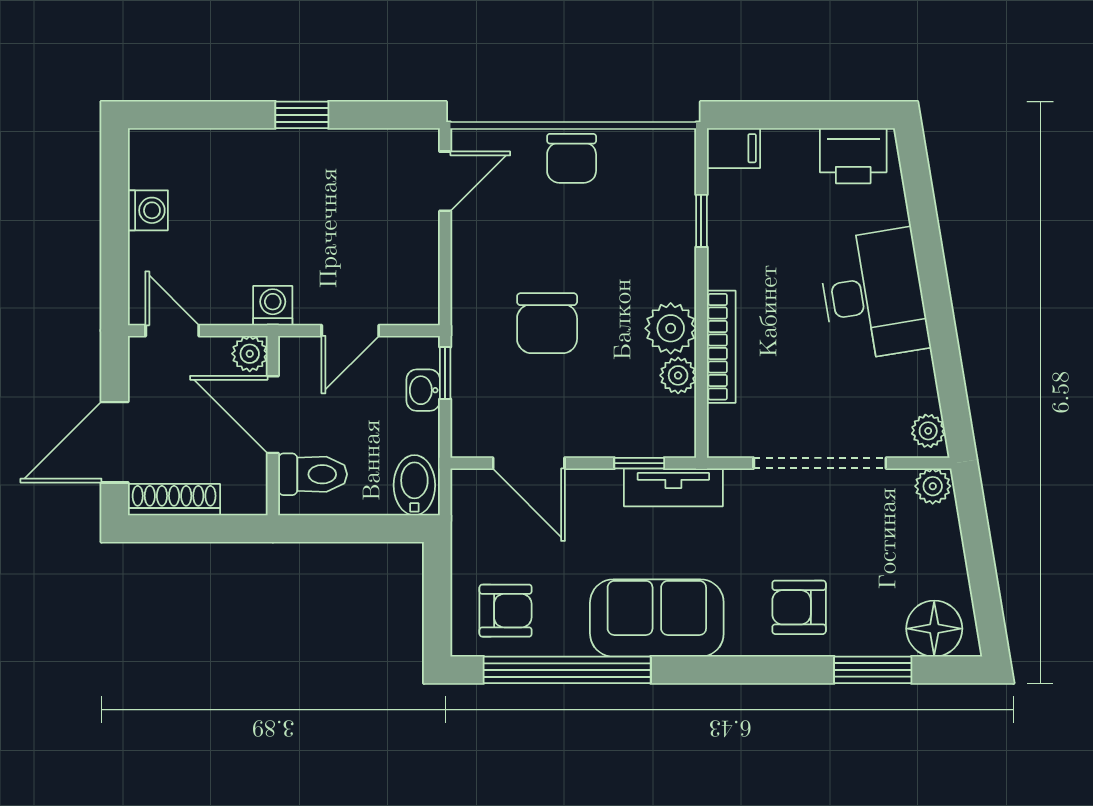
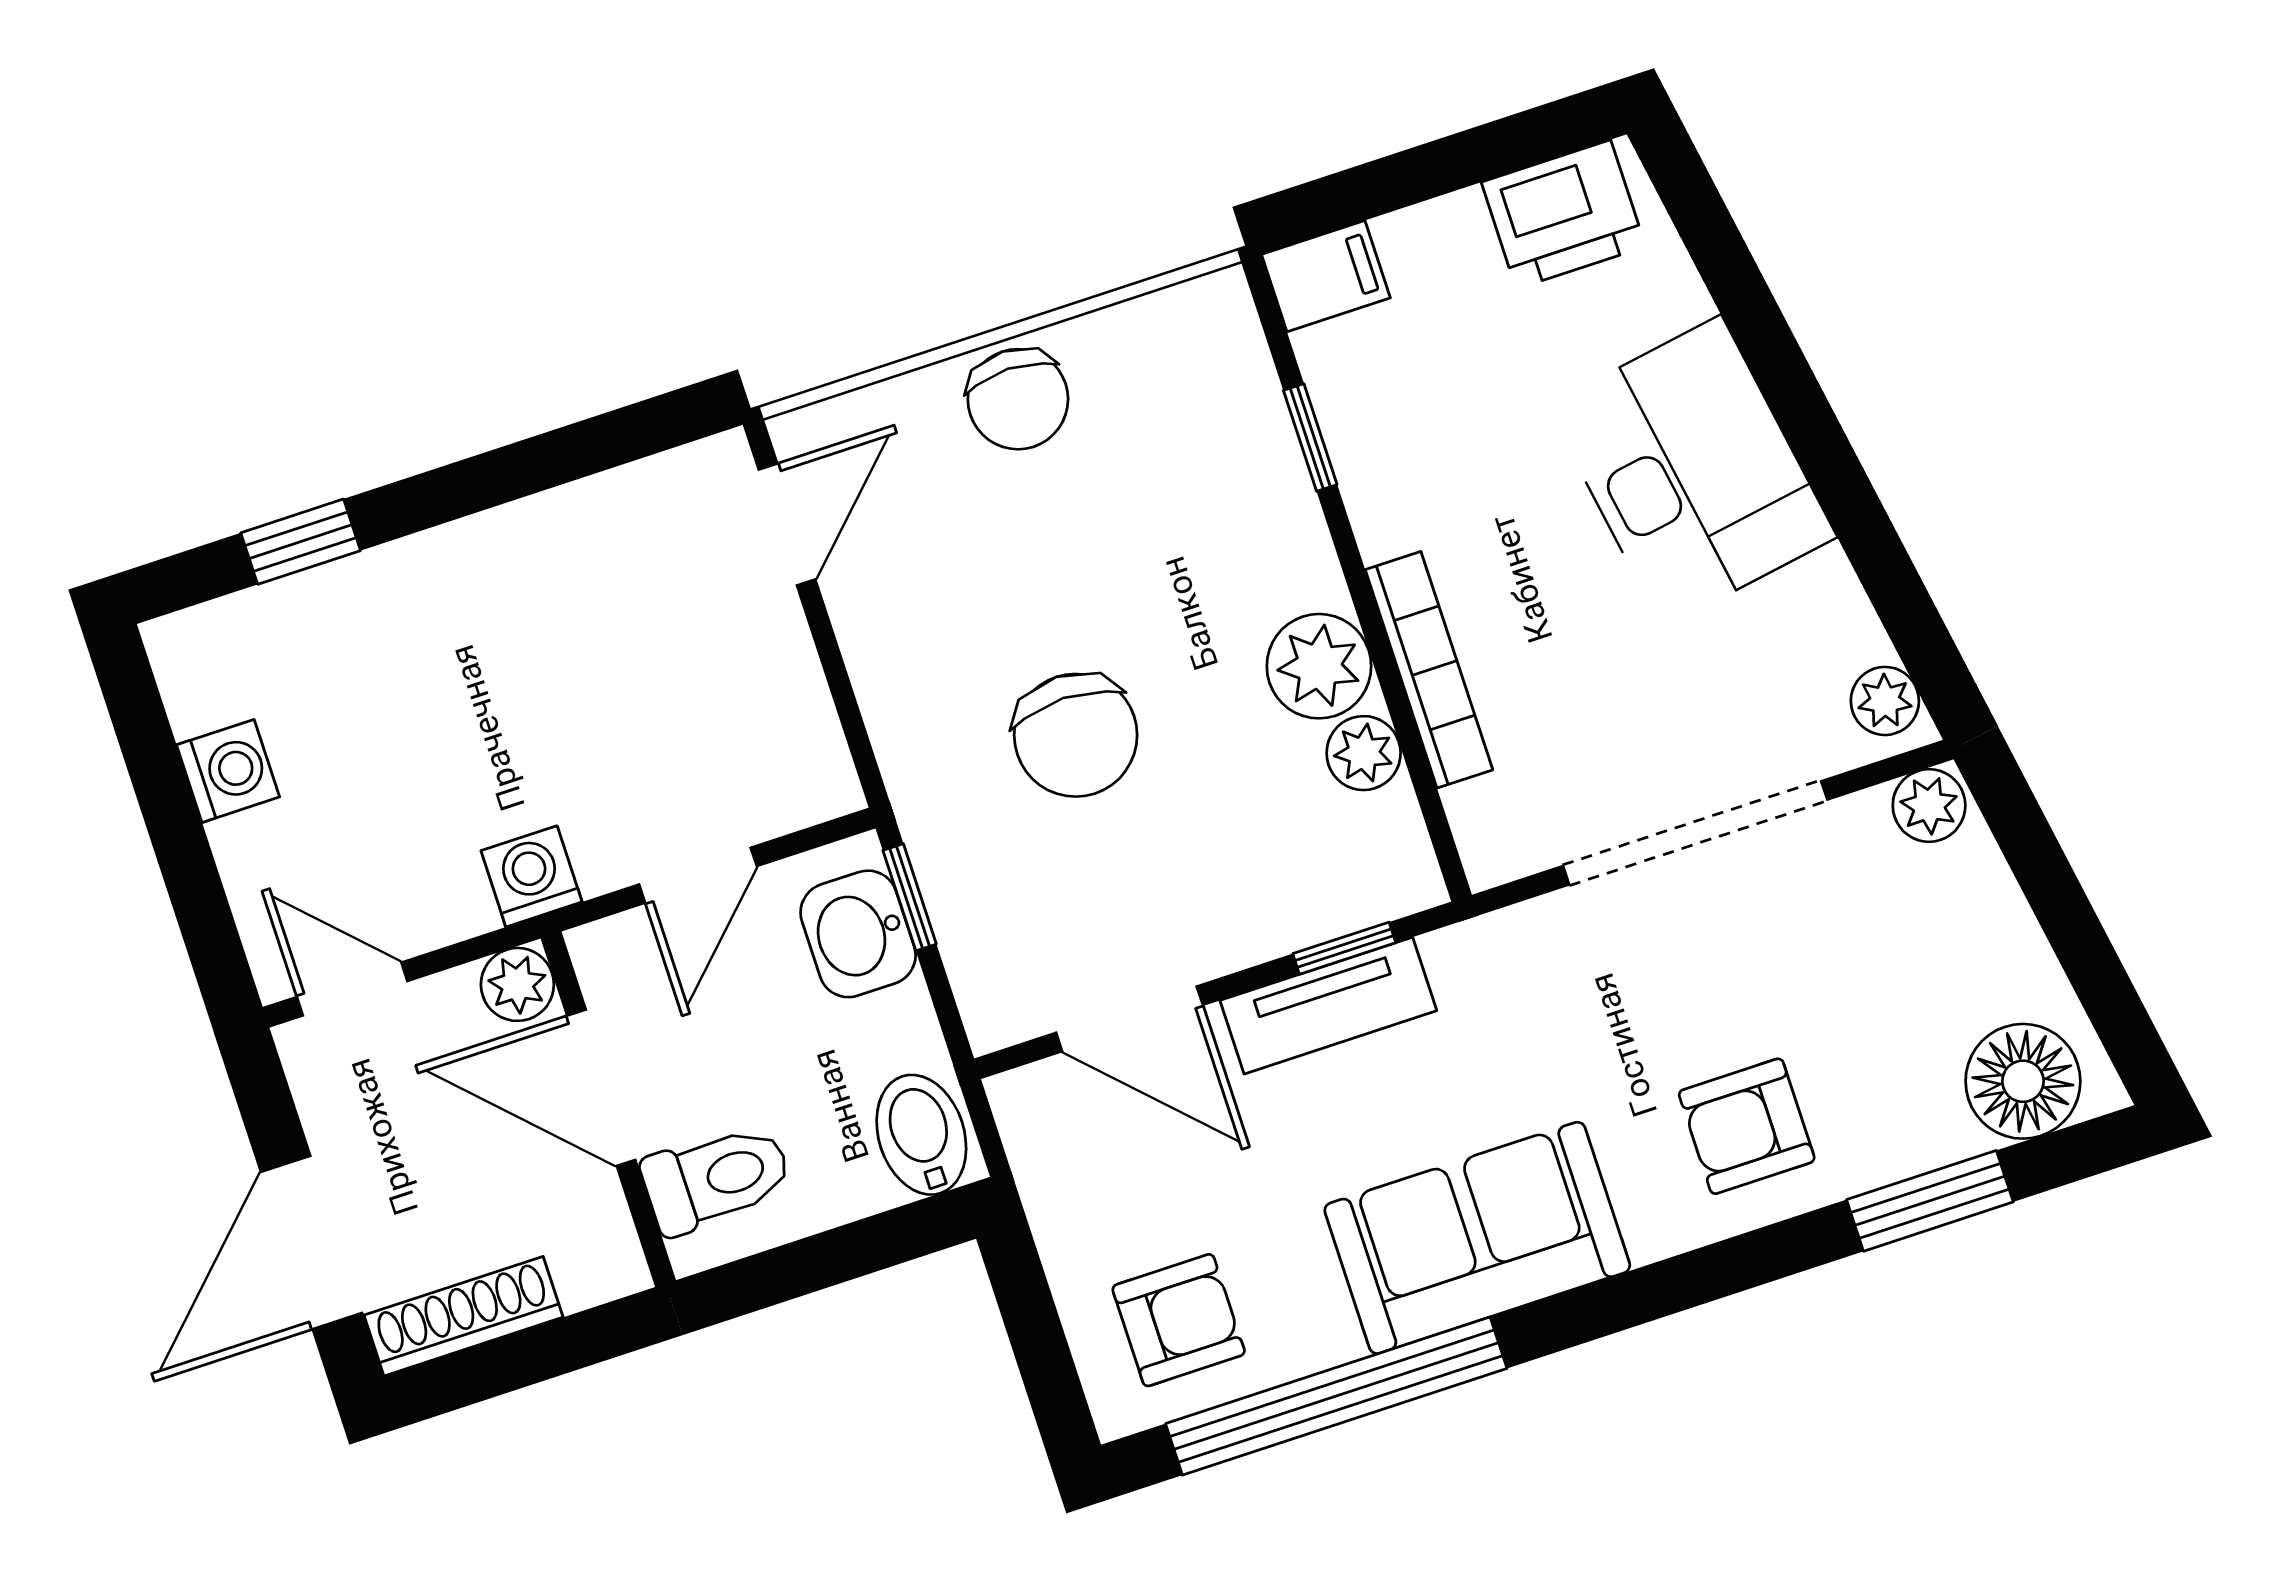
window: (302, 115) -> (301, 542), moved
washbasin: (423, 390) -> (858, 934), width x1.38, depth x1.45
tv unit: (673, 487) -> (1328, 1006), moved

